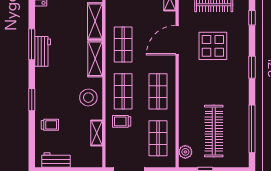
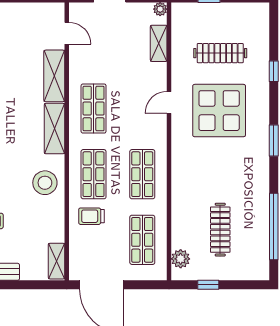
door: (177, 40) -> (169, 103), width x0.53
display table: (213, 46) -> (219, 111), width x1.36, depth x1.36
clothes rail: (214, 131) -> (220, 230), width x0.73, depth x0.76
shelving: (97, 133) -> (57, 261), moved

